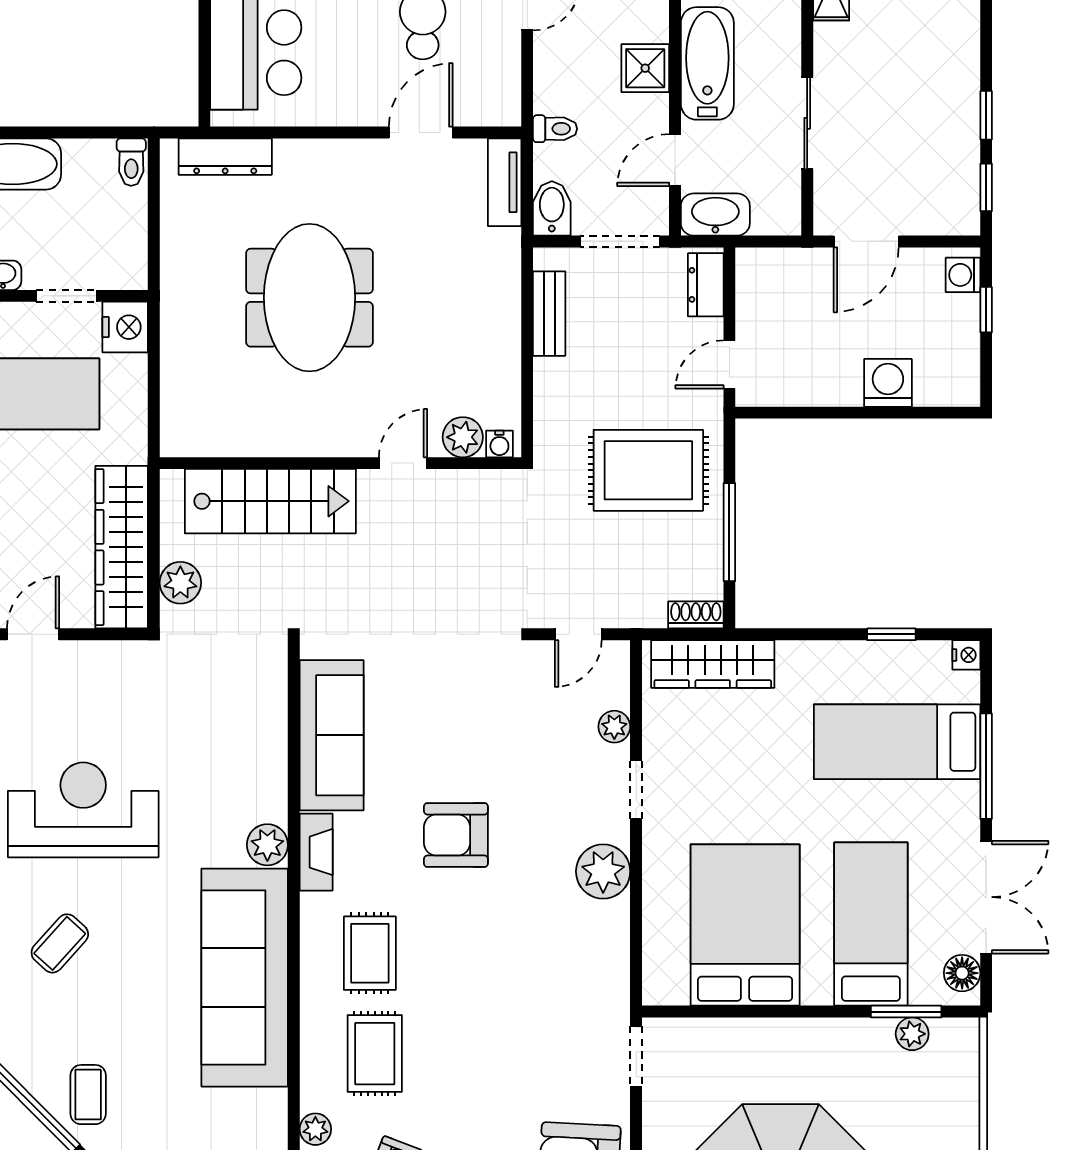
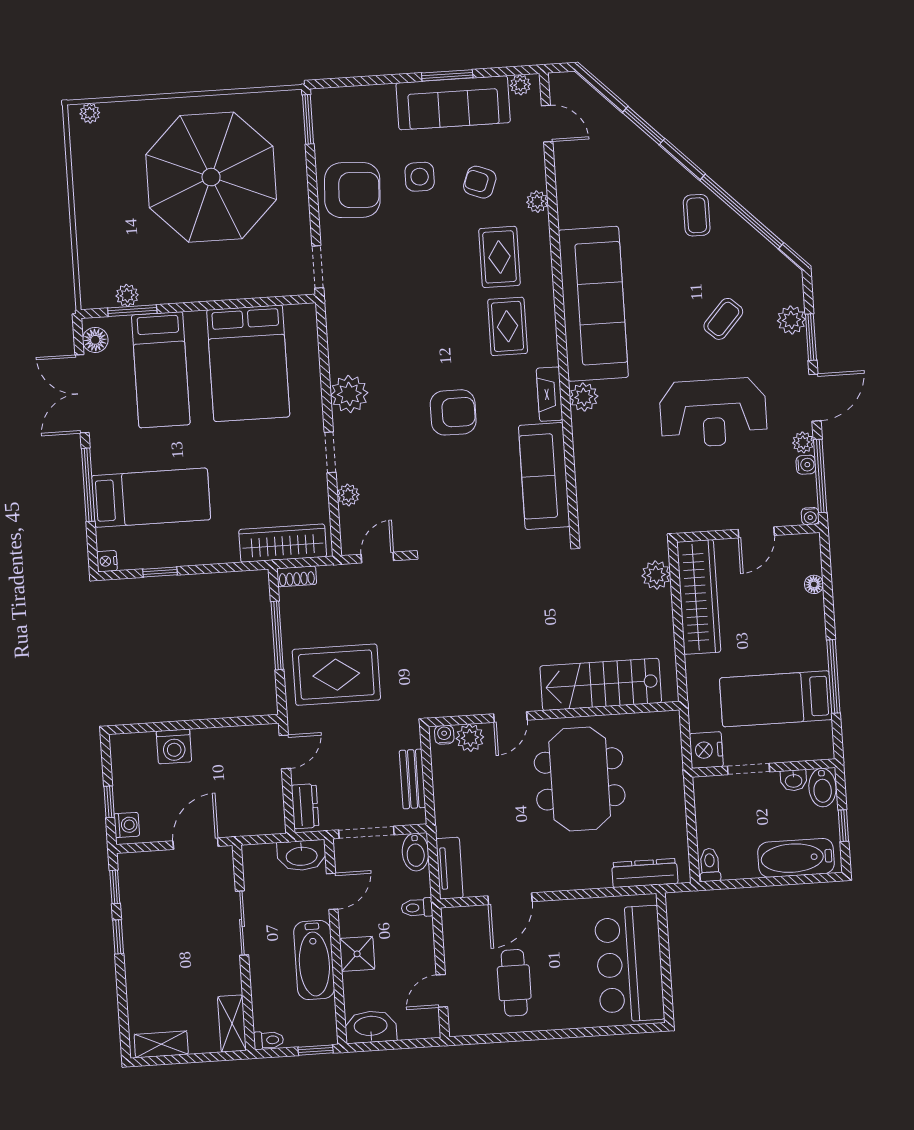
plant: (463, 437) -> (470, 738), moved
water cooler: (499, 444) -> (444, 735), moved
wall: (340, 463) -> (554, 714), moved
door: (403, 463) -> (510, 717), moved
stairs: (270, 501) -> (601, 684), moved

